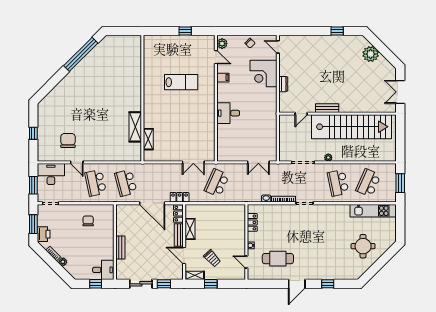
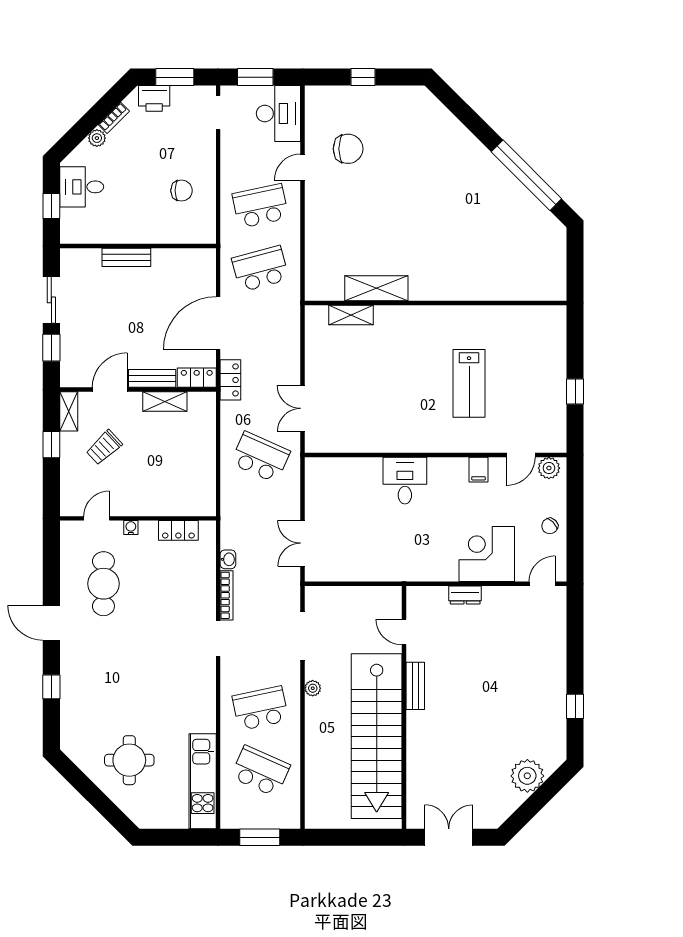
desk: (103, 270) -> (82, 187), moved, turned 90

